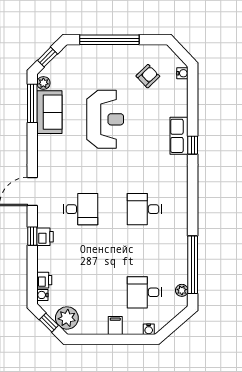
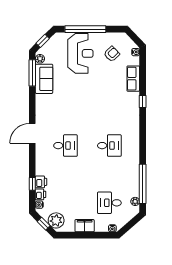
reception desk: (105, 119) -> (80, 53), moved
row of seats: (179, 136) -> (133, 79), moved
desk: (144, 209) -> (109, 146), turned 180
window: (32, 236) -> (32, 184), moved
printer: (45, 237) -> (41, 182), moved
filing cabinet: (115, 326) -> (85, 226), width x2.00

